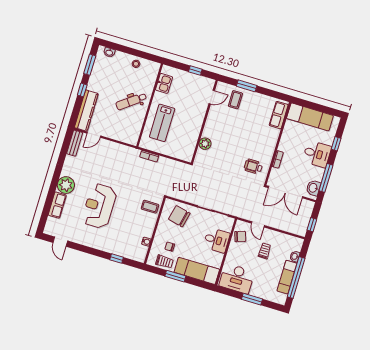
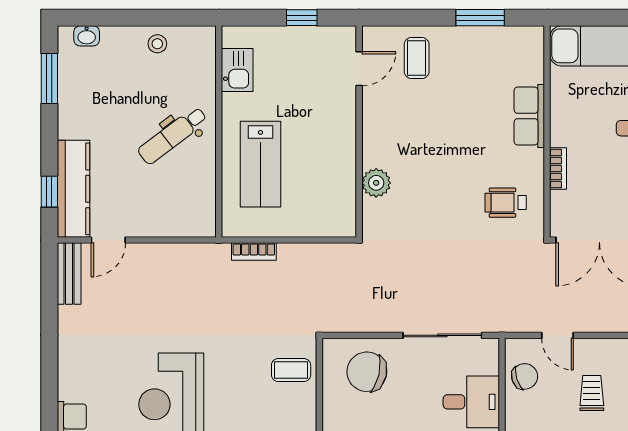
window: (247, 86) -> (480, 18), moved
window: (82, 90) -> (49, 192), moved
row of seats: (279, 115) -> (529, 116), moved
plant: (66, 185) -> (78, 378), removed

